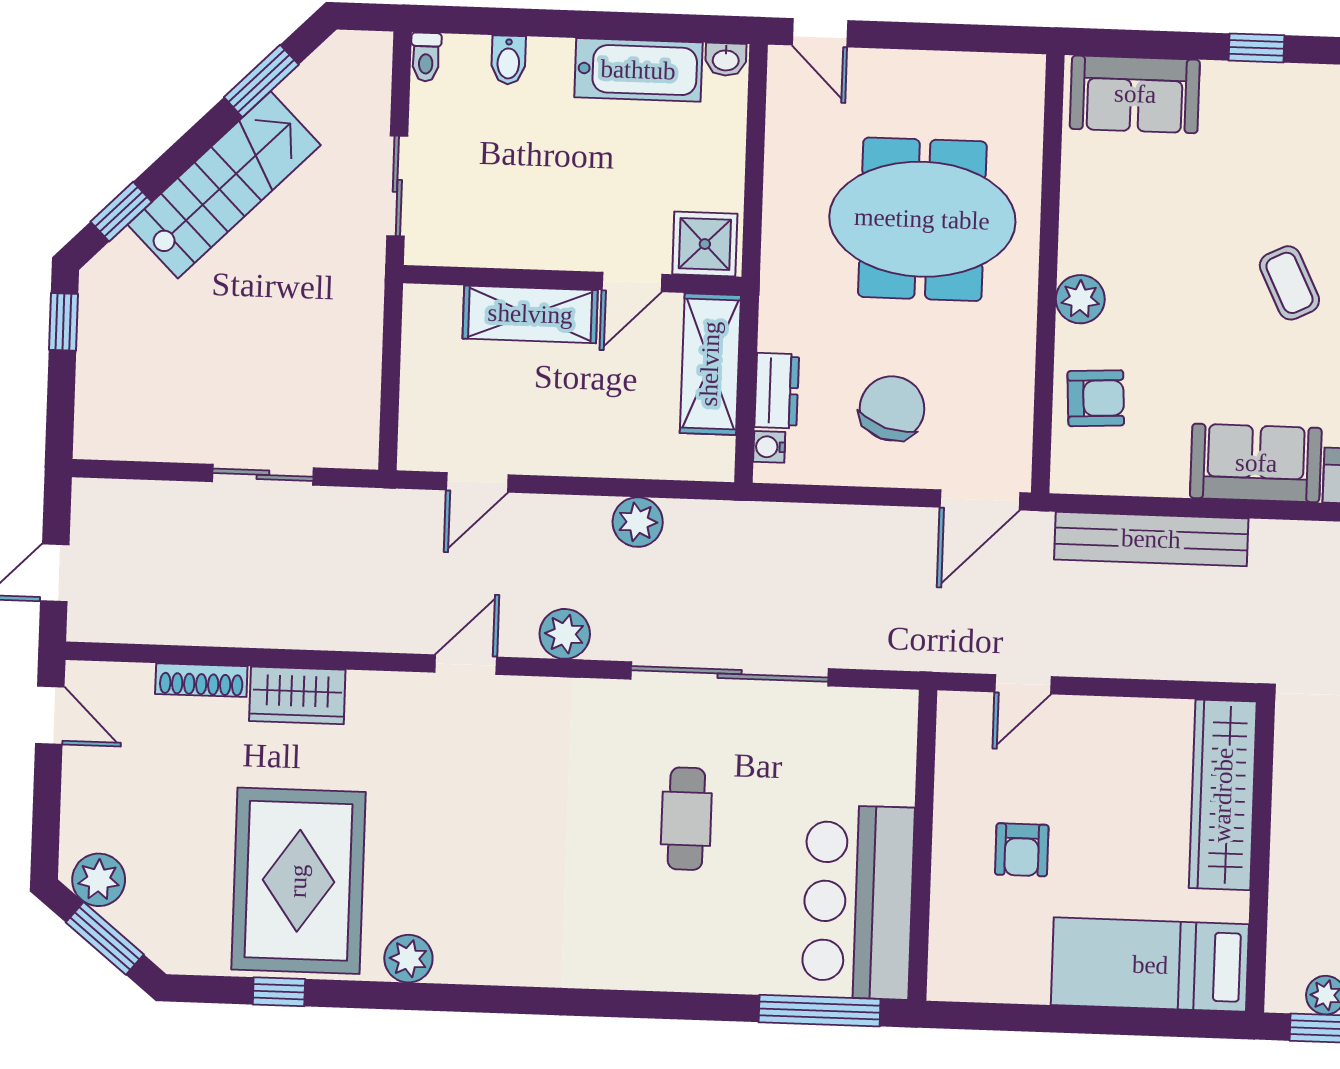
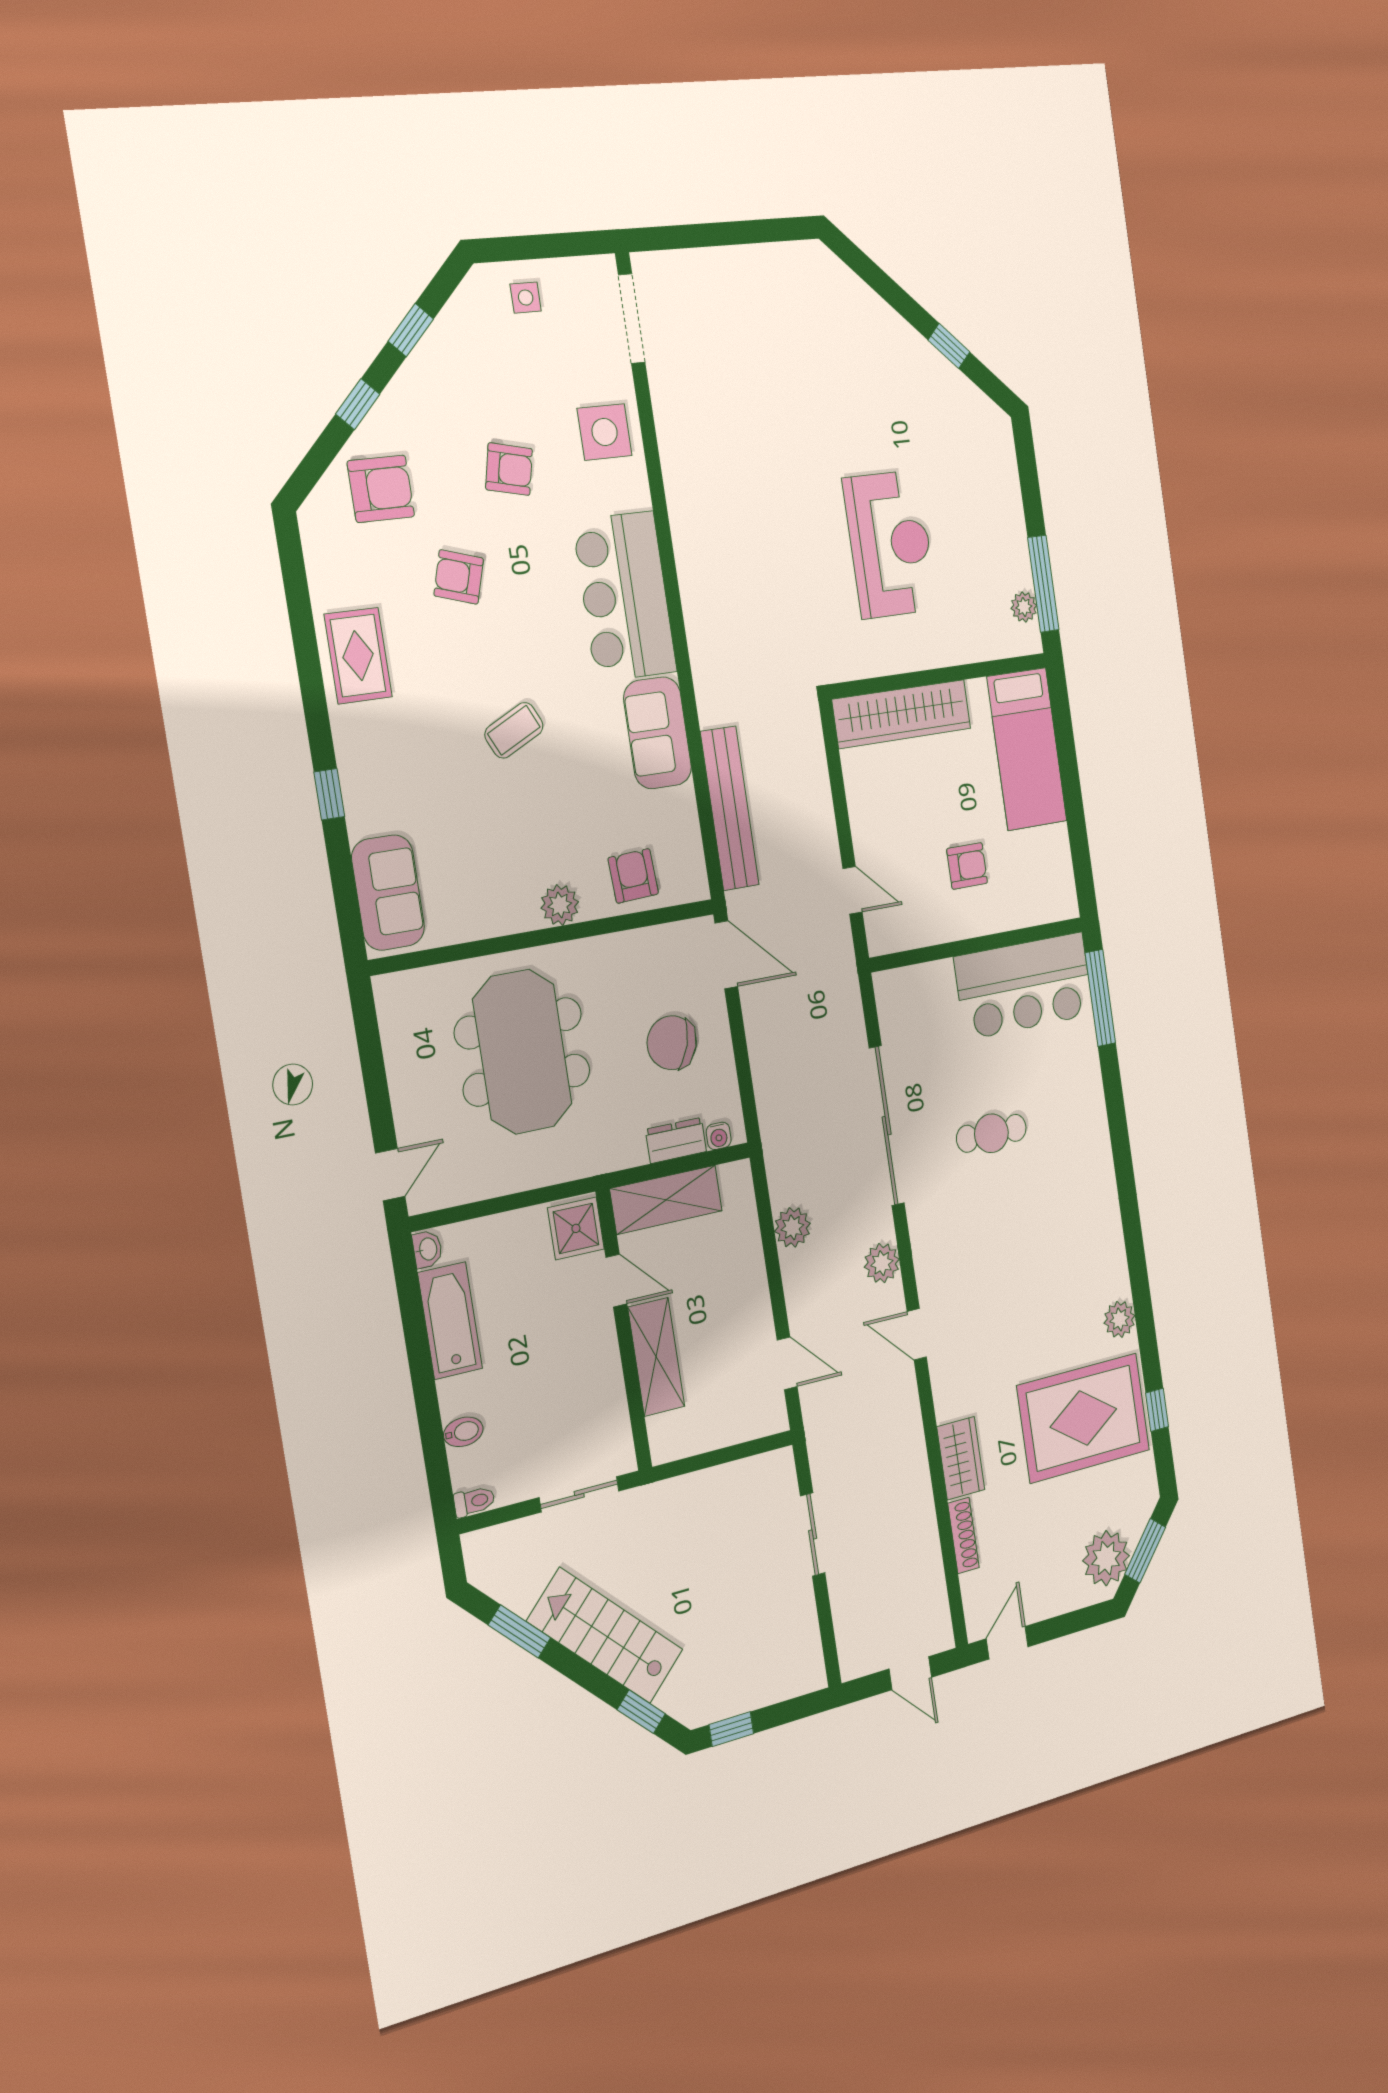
plant: (99, 880) -> (1106, 1558), width x1.36, depth x1.36

